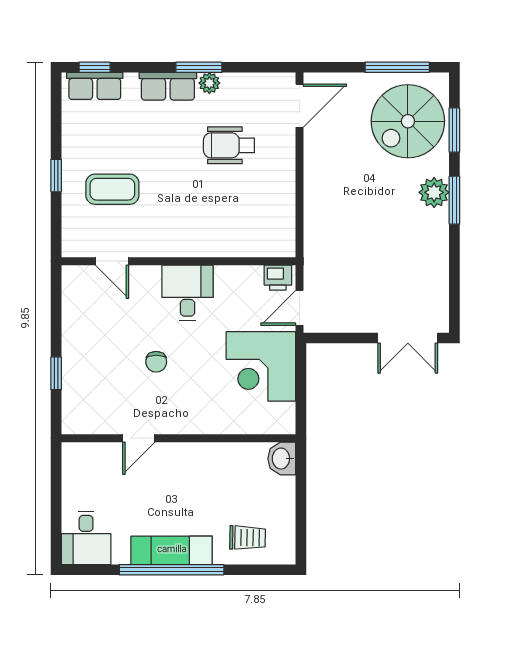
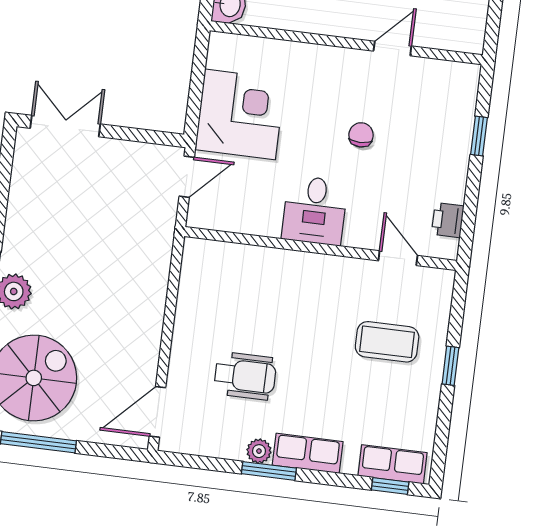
printer: (278, 278) -> (448, 220), moved, turned -90

